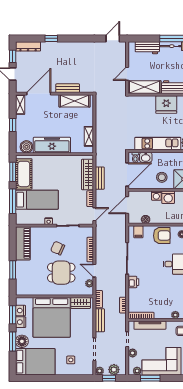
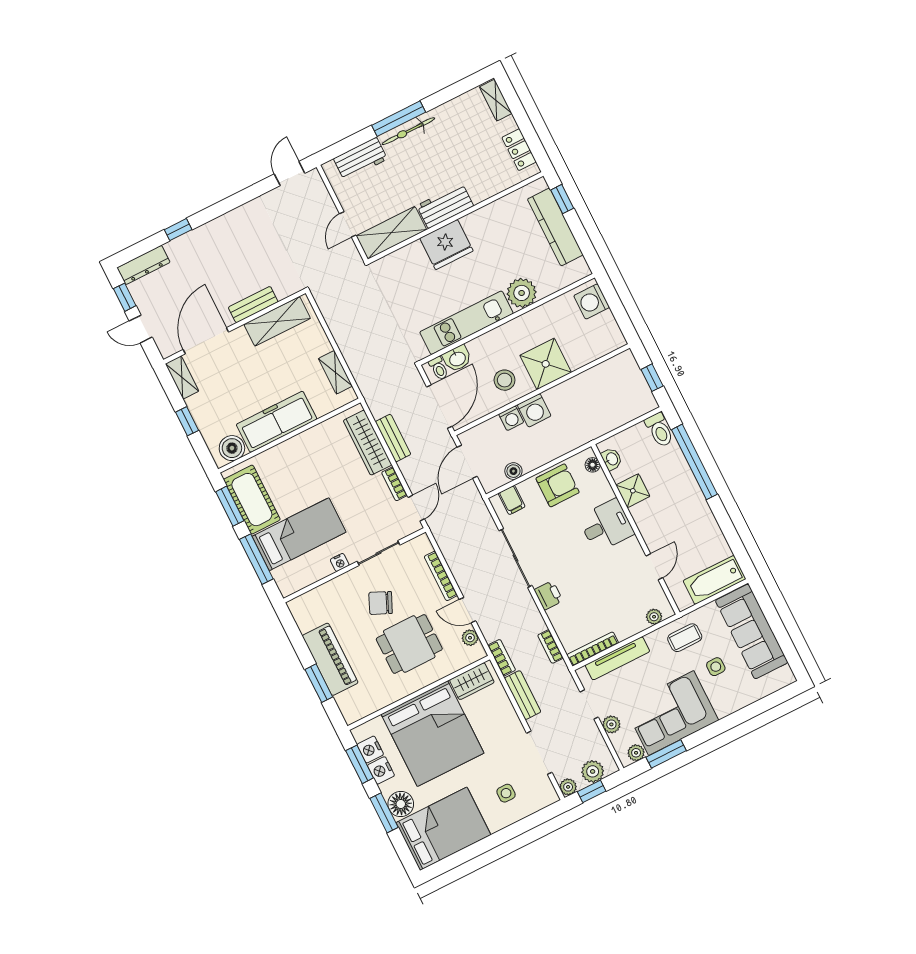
piano: (23, 243) -> (330, 659), moved

